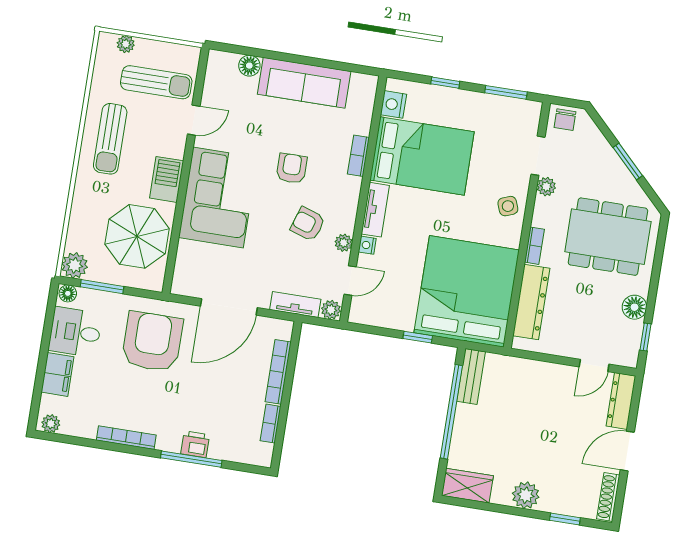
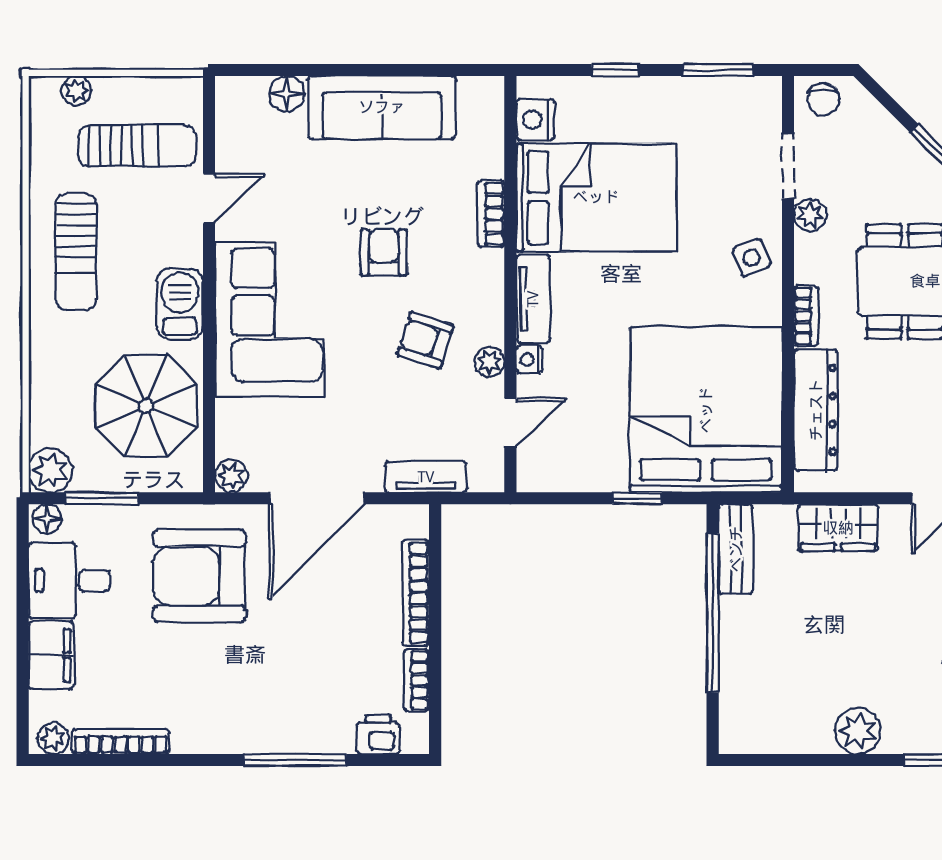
plant: (331, 310) -> (231, 476), moved
armchair: (152, 342) -> (199, 576), turned -90
bookcase: (126, 438) -> (121, 742), moved
printer: (195, 444) -> (378, 734), moved
wardrobe: (467, 486) -> (838, 528), moved, turned 180

